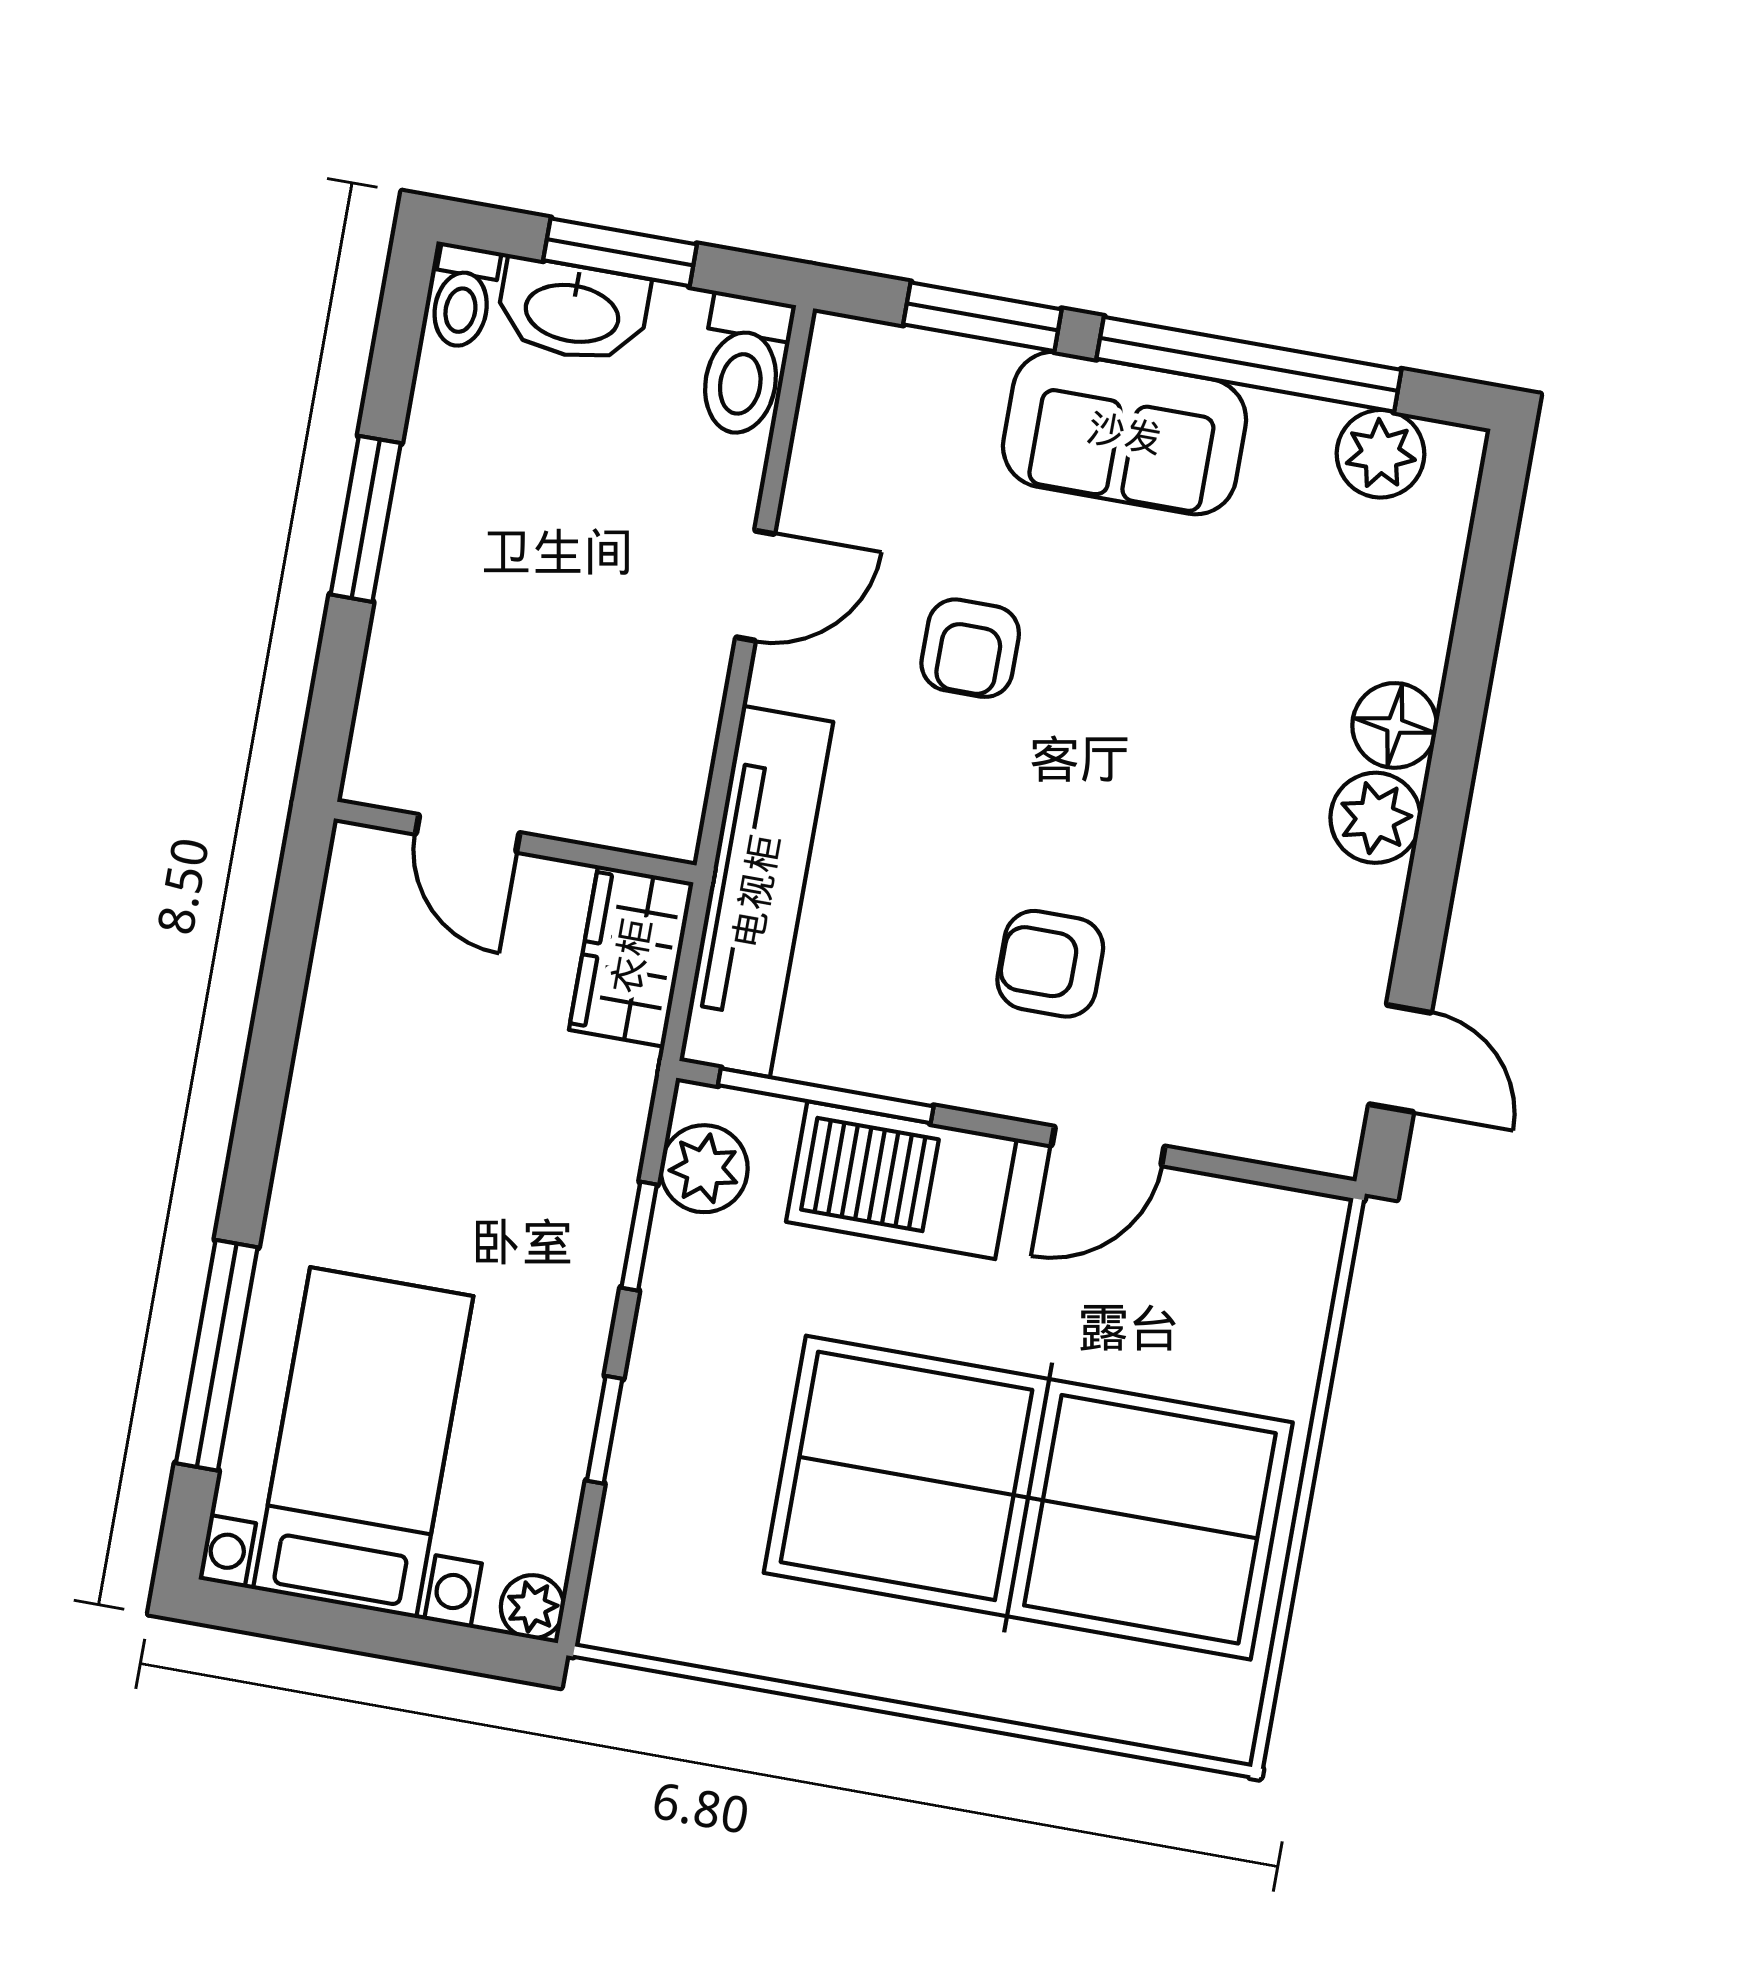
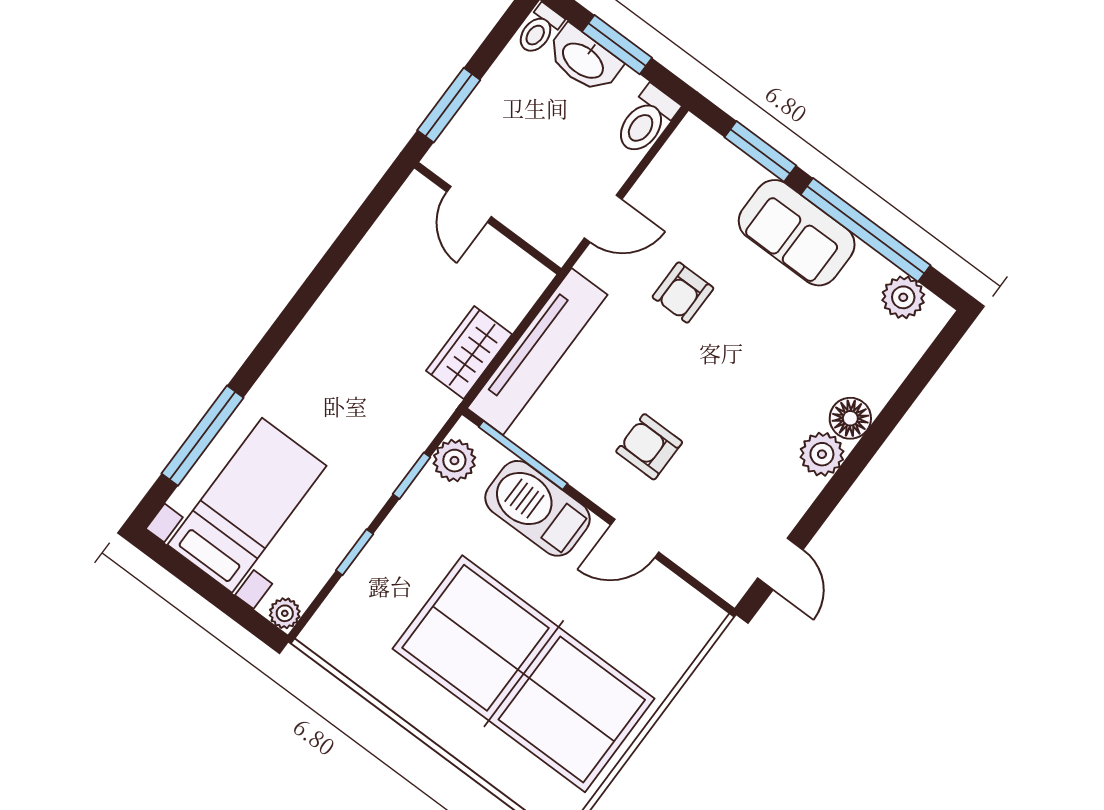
door: (468, 833) -> (469, 204), moved
wall: (515, 842) -> (488, 218), moved

